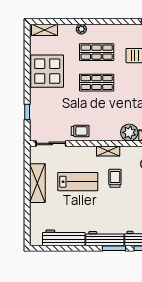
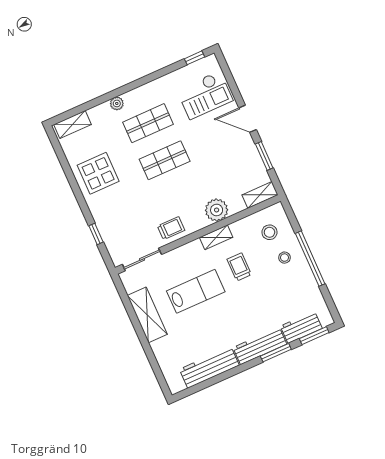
display table: (47, 71) -> (98, 173), width x0.73, depth x0.73
plant: (129, 132) -> (217, 210), moved

